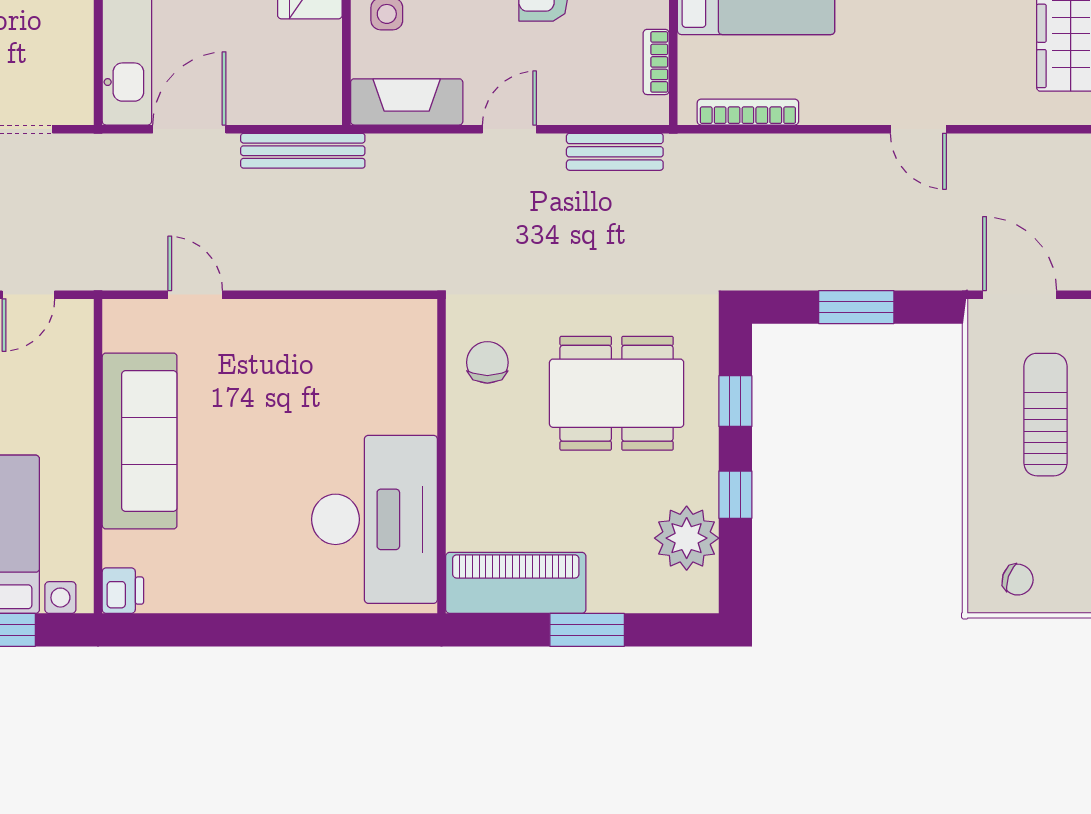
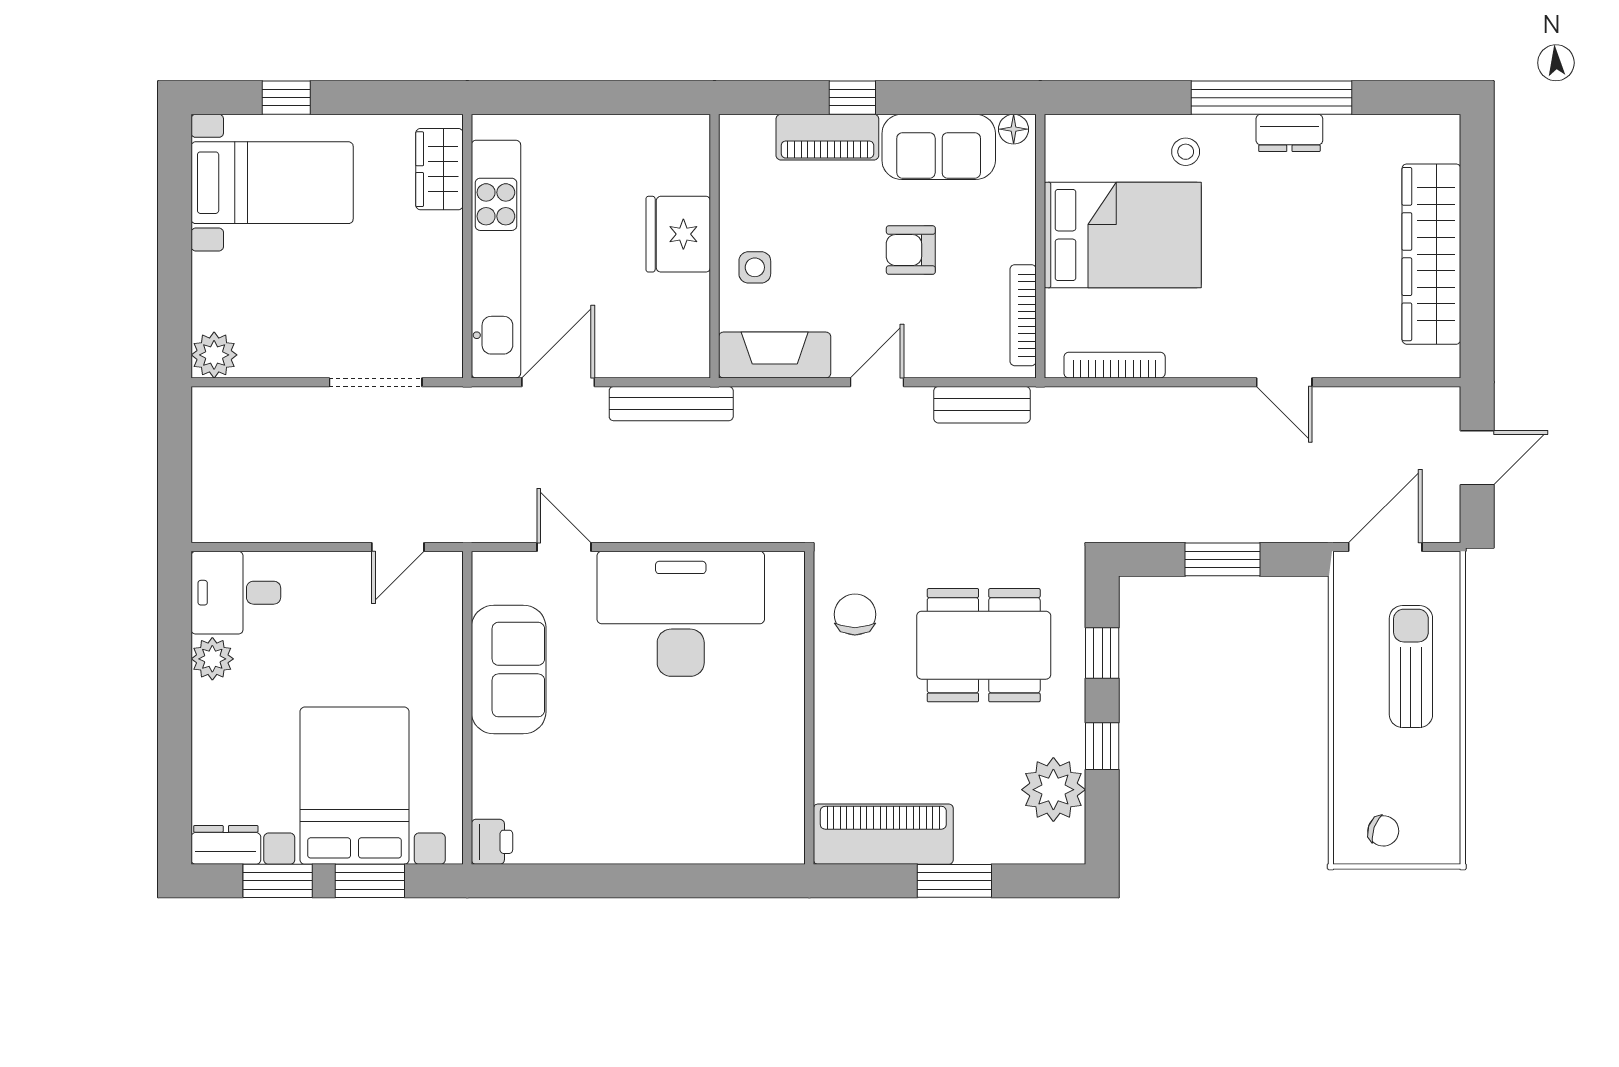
bookcase: (656, 62) -> (1023, 315), width x1.56
door: (1020, 295) -> (1385, 547), hinge flipped
sofa: (140, 441) -> (509, 670), width x0.73
desk: (375, 519) -> (681, 614), moved, turned -90

